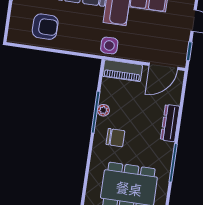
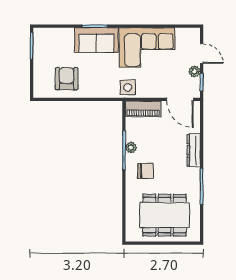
armchair: (45, 27) -> (67, 79), turned -90
plant: (183, 39) -> (195, 71), added
door: (163, 66) -> (180, 99), hinge flipped

